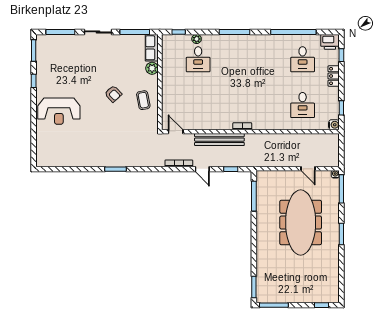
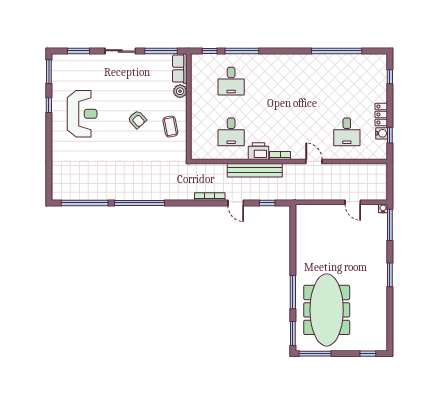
window: (60, 32) -> (79, 51), width x0.69
window: (234, 32) -> (242, 51), moved
plant: (197, 39) -> (229, 59), removed
printer: (330, 42) -> (259, 151), moved, turned 180
desk: (303, 59) -> (231, 132), moved
locker: (334, 76) -> (381, 114), moved
reception desk: (59, 111) -> (82, 114), moved, turned -90
water cooler: (334, 125) -> (382, 133), moved
door: (176, 132) -> (314, 161), moved
window: (66, 169) -> (85, 203), added
window: (115, 169) -> (139, 203), width x2.11
window: (254, 196) -> (293, 292), moved
meeting table: (301, 222) -> (327, 310), moved

